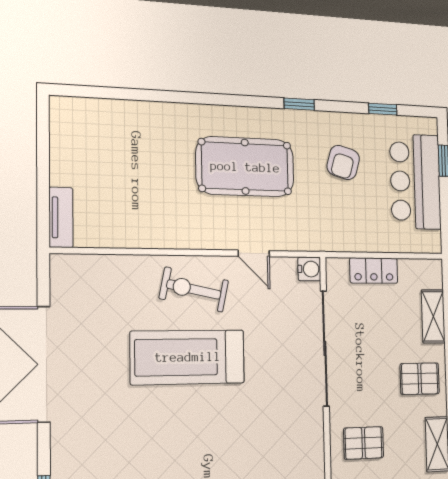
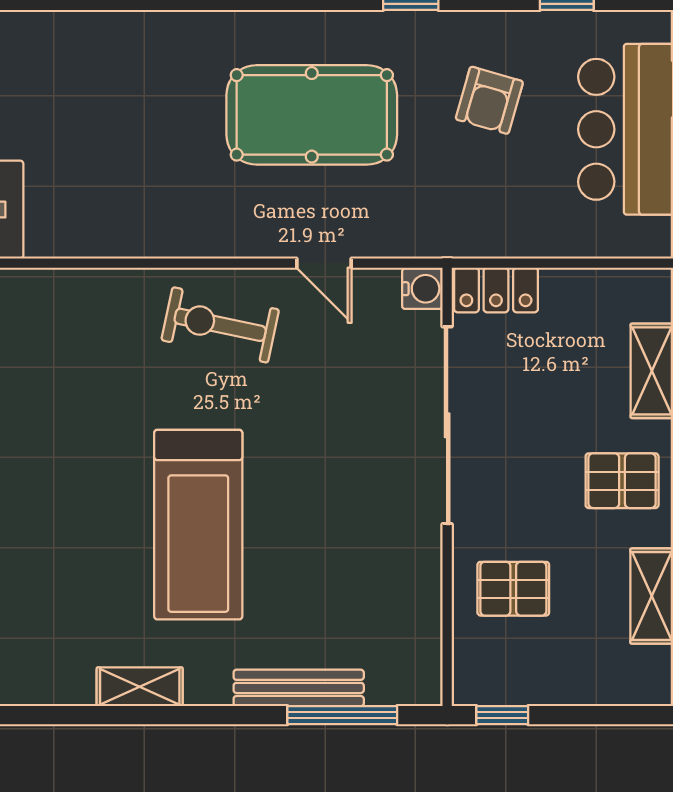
locker: (374, 270) -> (496, 290), moved
treadmill: (188, 357) -> (198, 525), moved, turned -90

